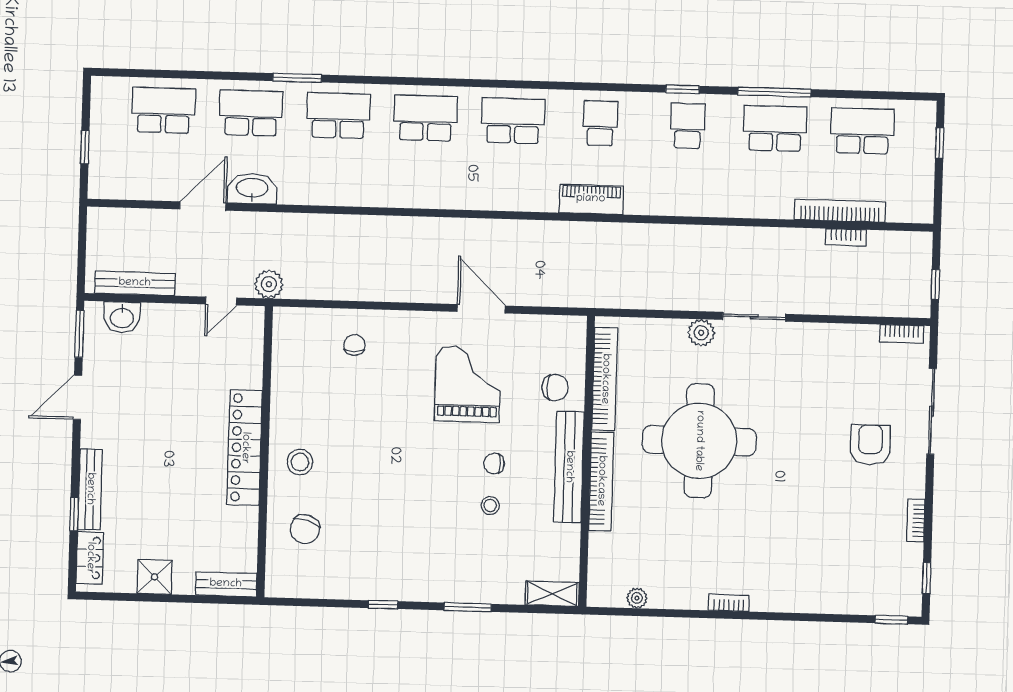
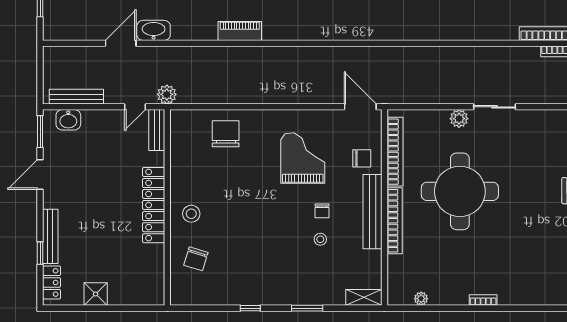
piano: (591, 199) -> (240, 31), moved
door: (481, 309) -> (360, 107), moved
chair: (354, 345) -> (226, 134), width x1.87, depth x1.87
chair: (494, 464) -> (322, 211), turned -90
bench: (226, 584) -> (157, 130), moved, turned 90

